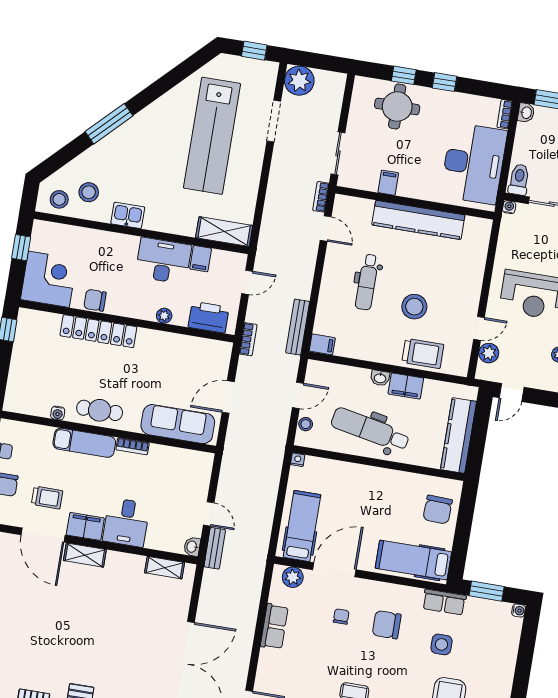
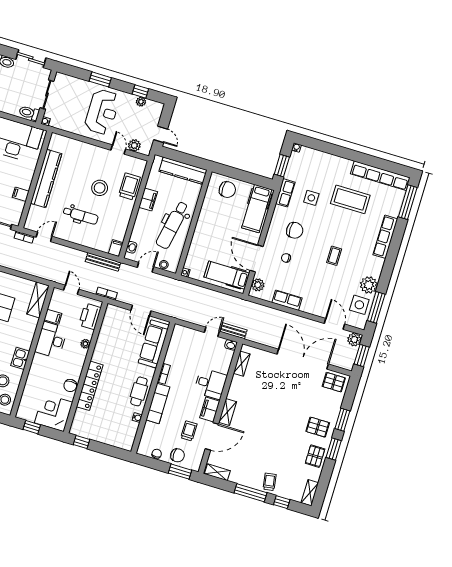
washbasin: (380, 378) -> (131, 247), moved
door: (298, 395) -> (145, 267), hinge flipped
chair: (387, 625) -> (295, 230), turned -90

